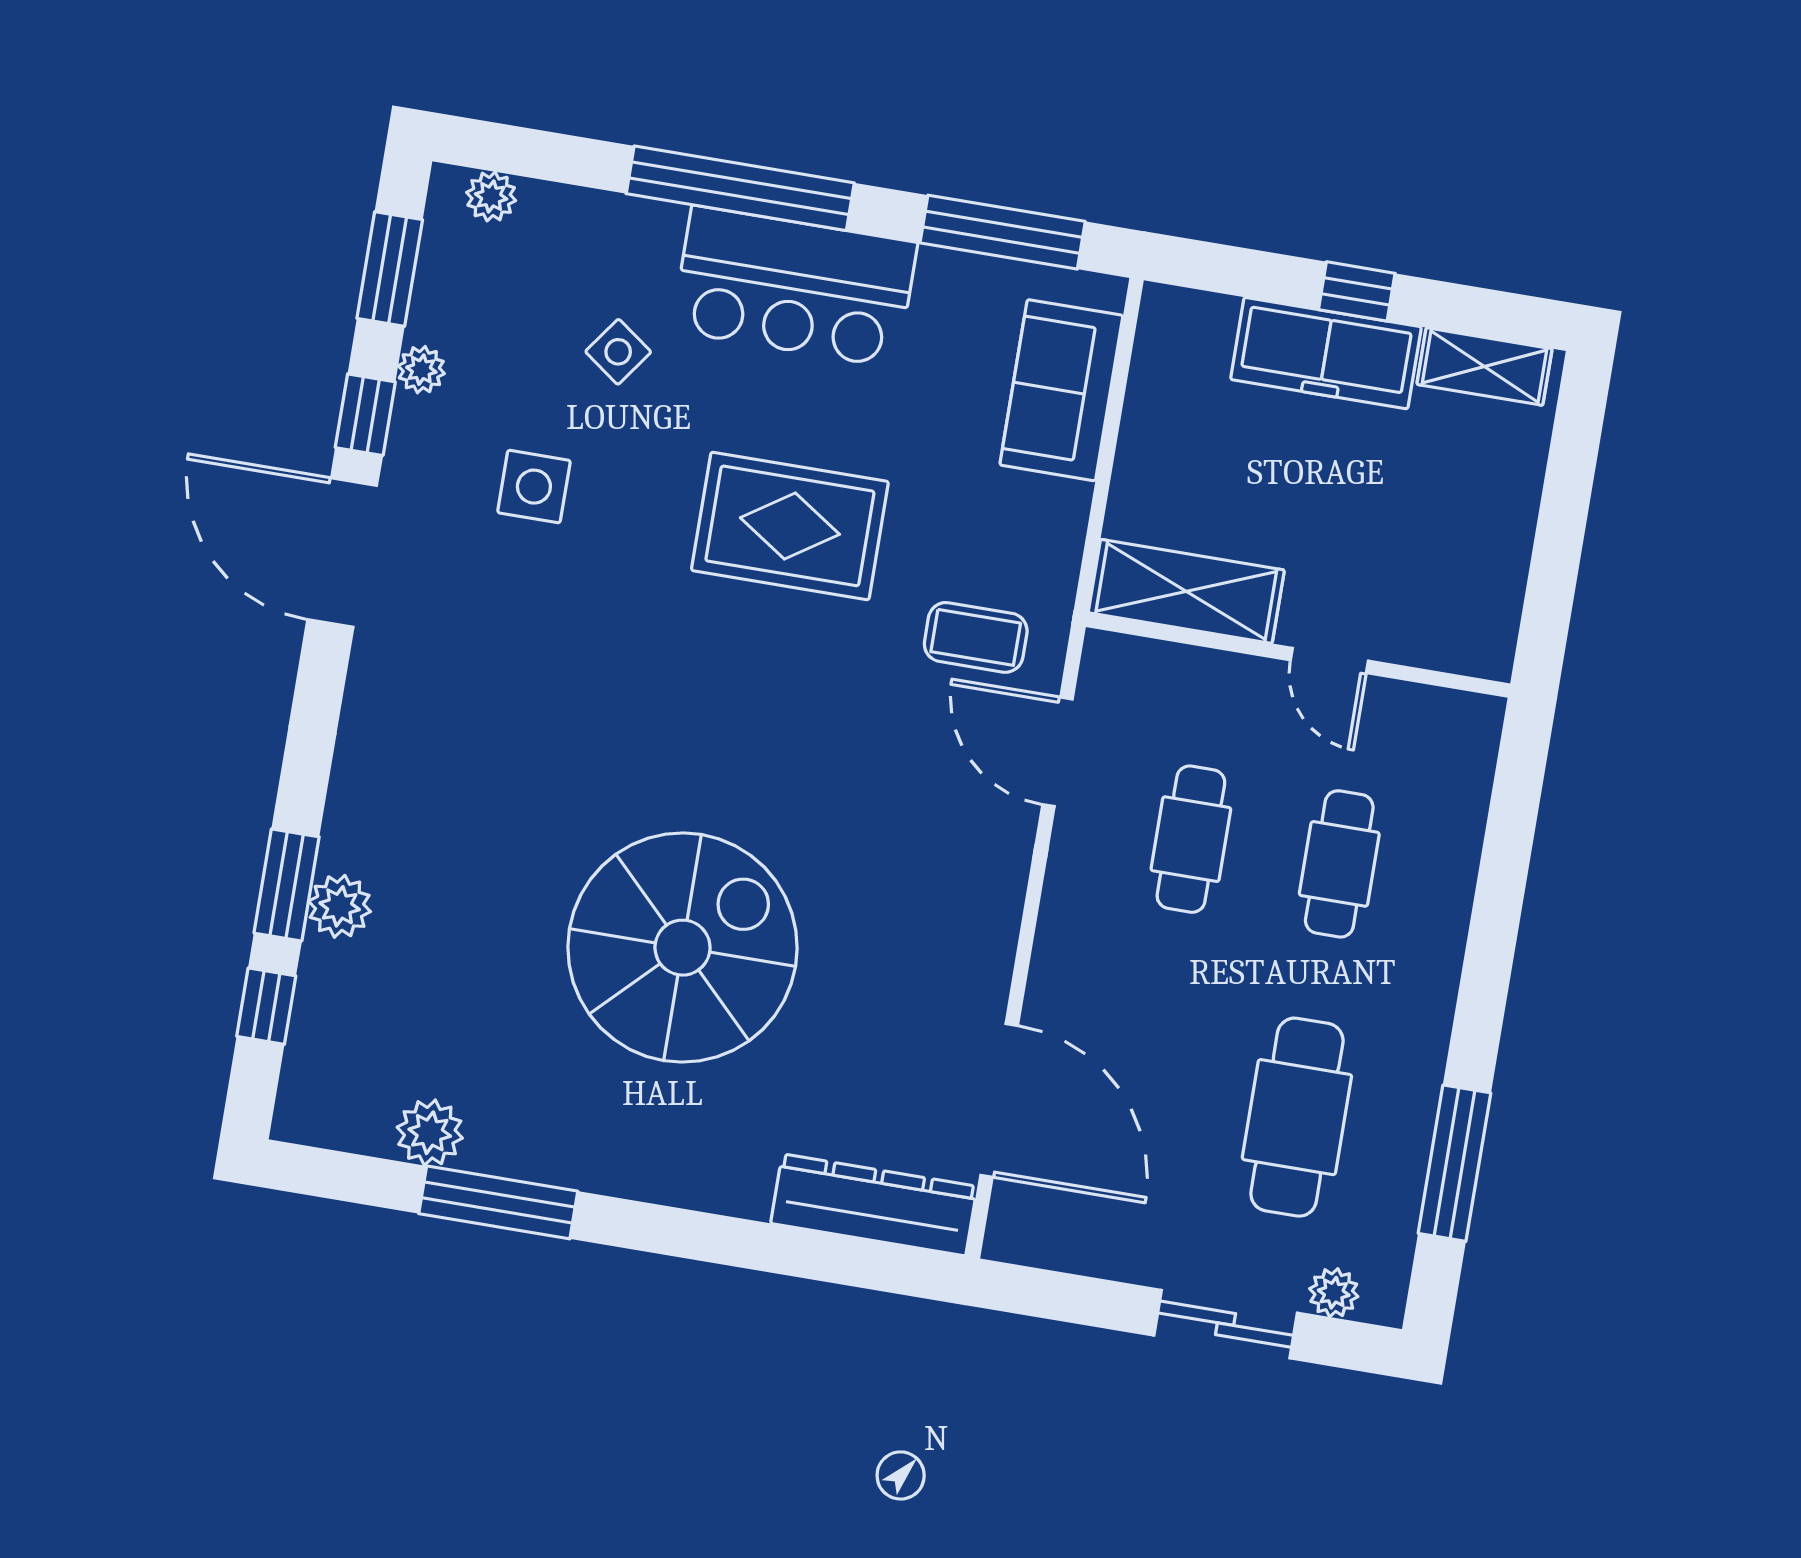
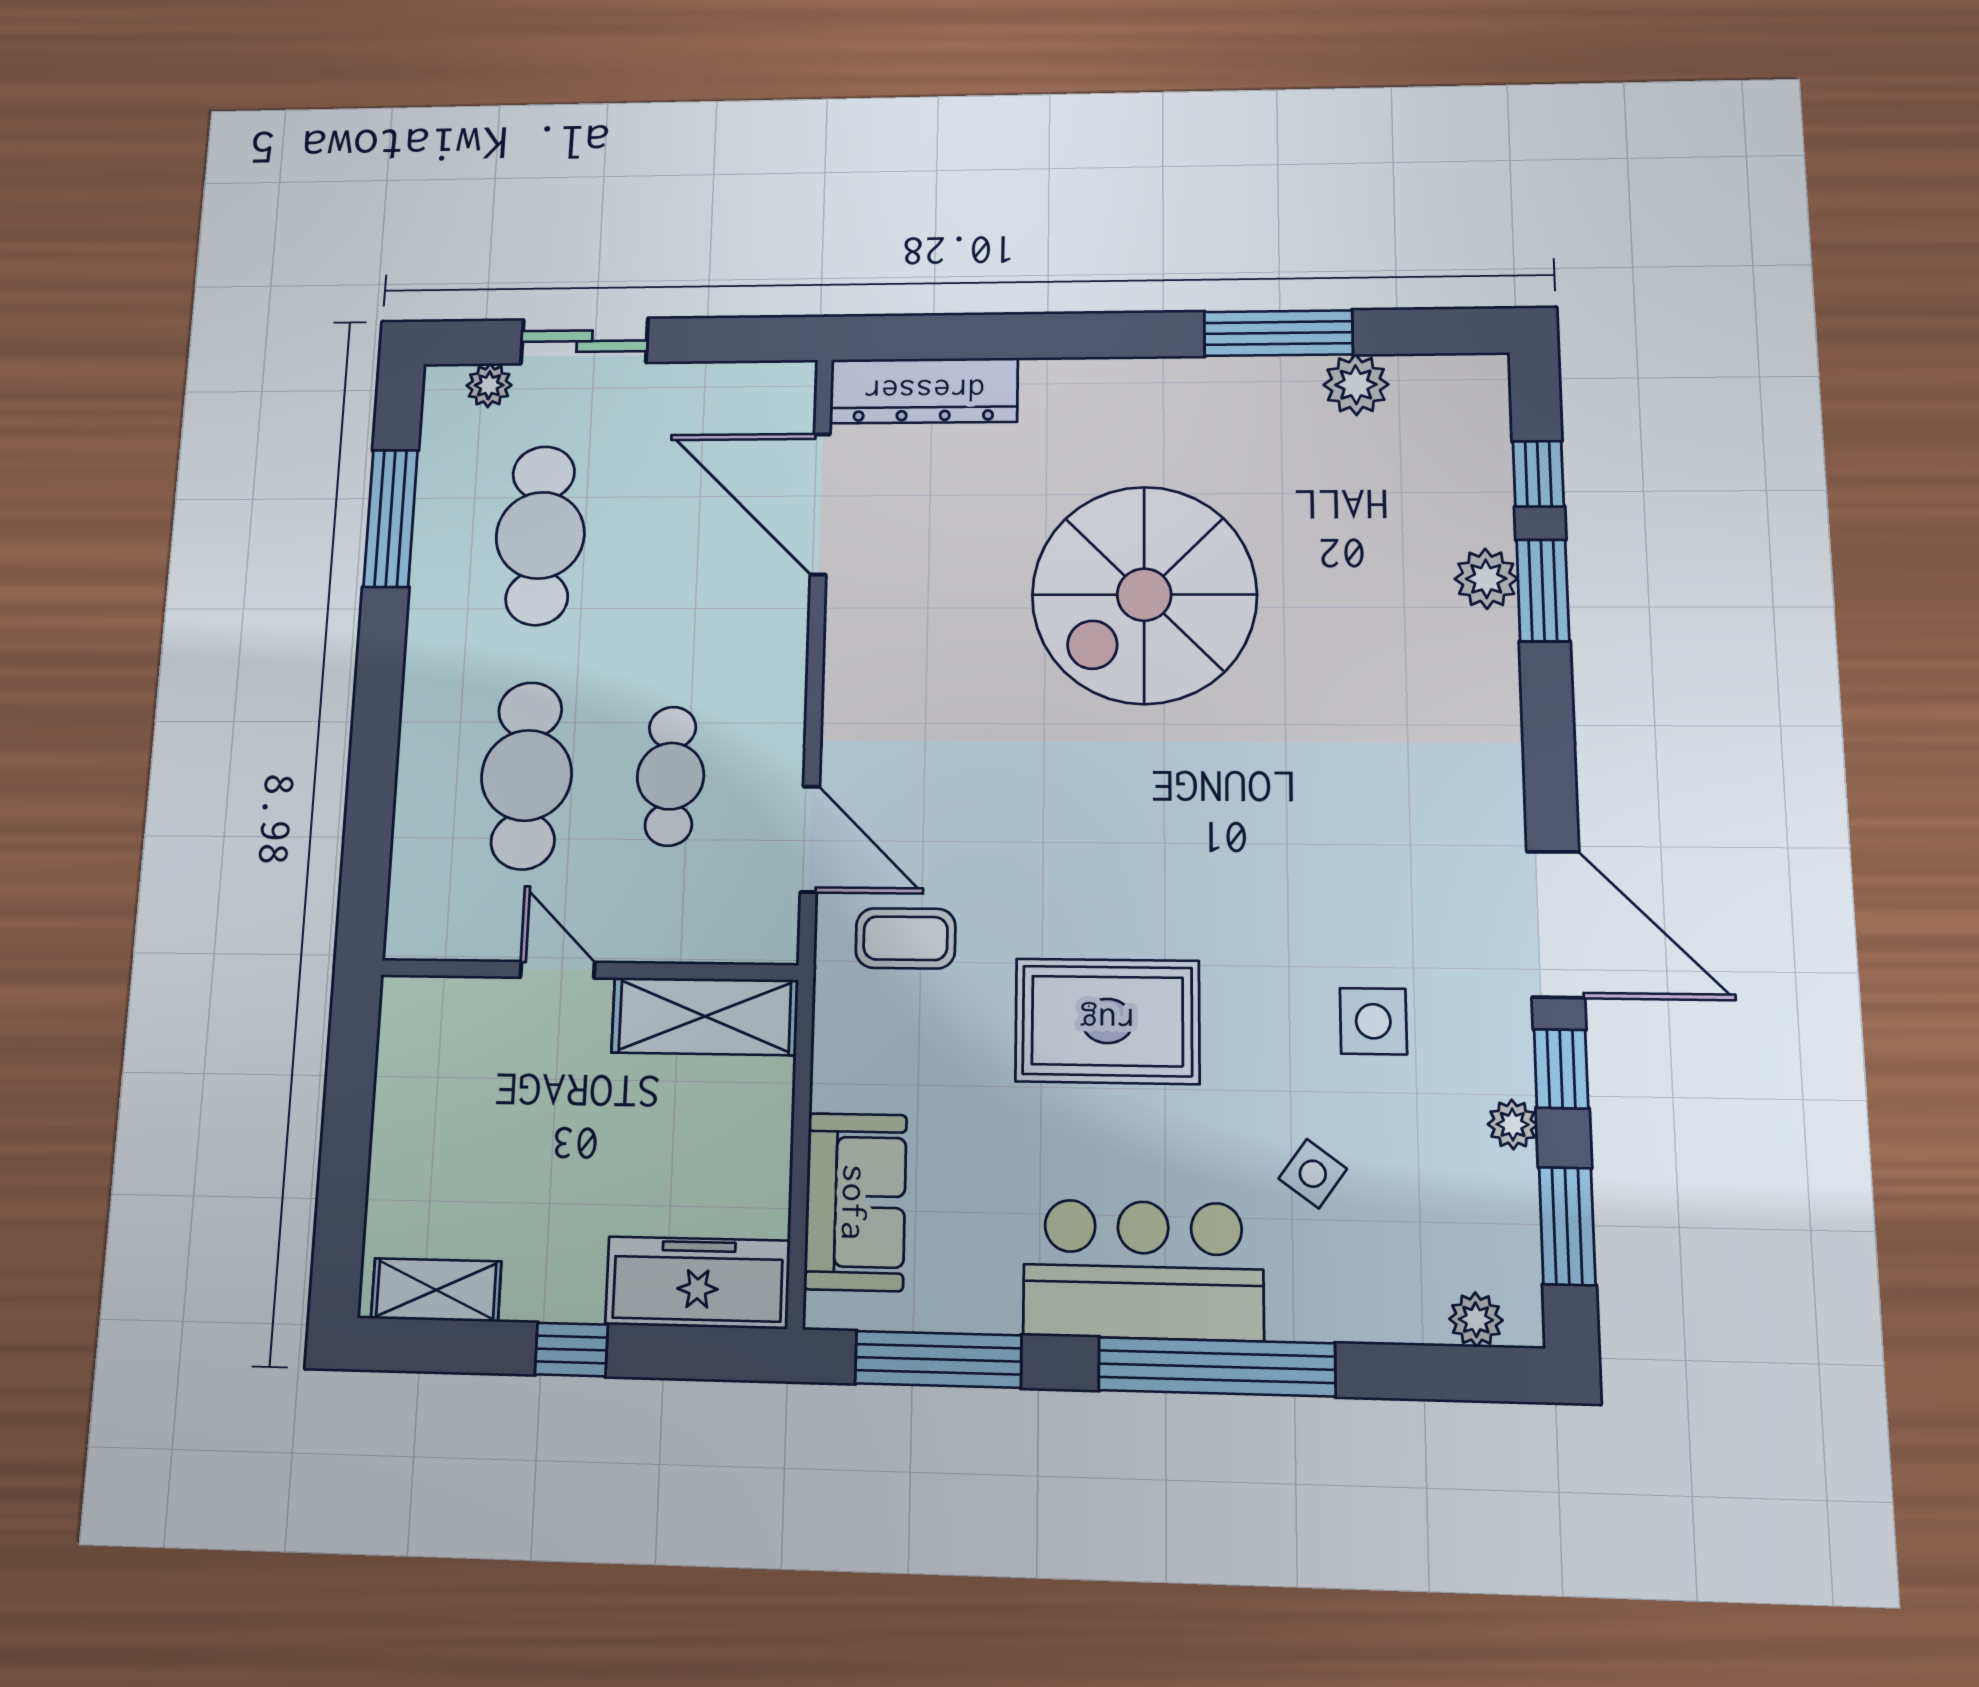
freezer: (1326, 353) -> (698, 1283), moved
cafe table: (1339, 864) -> (526, 775), width x1.37, depth x1.35

